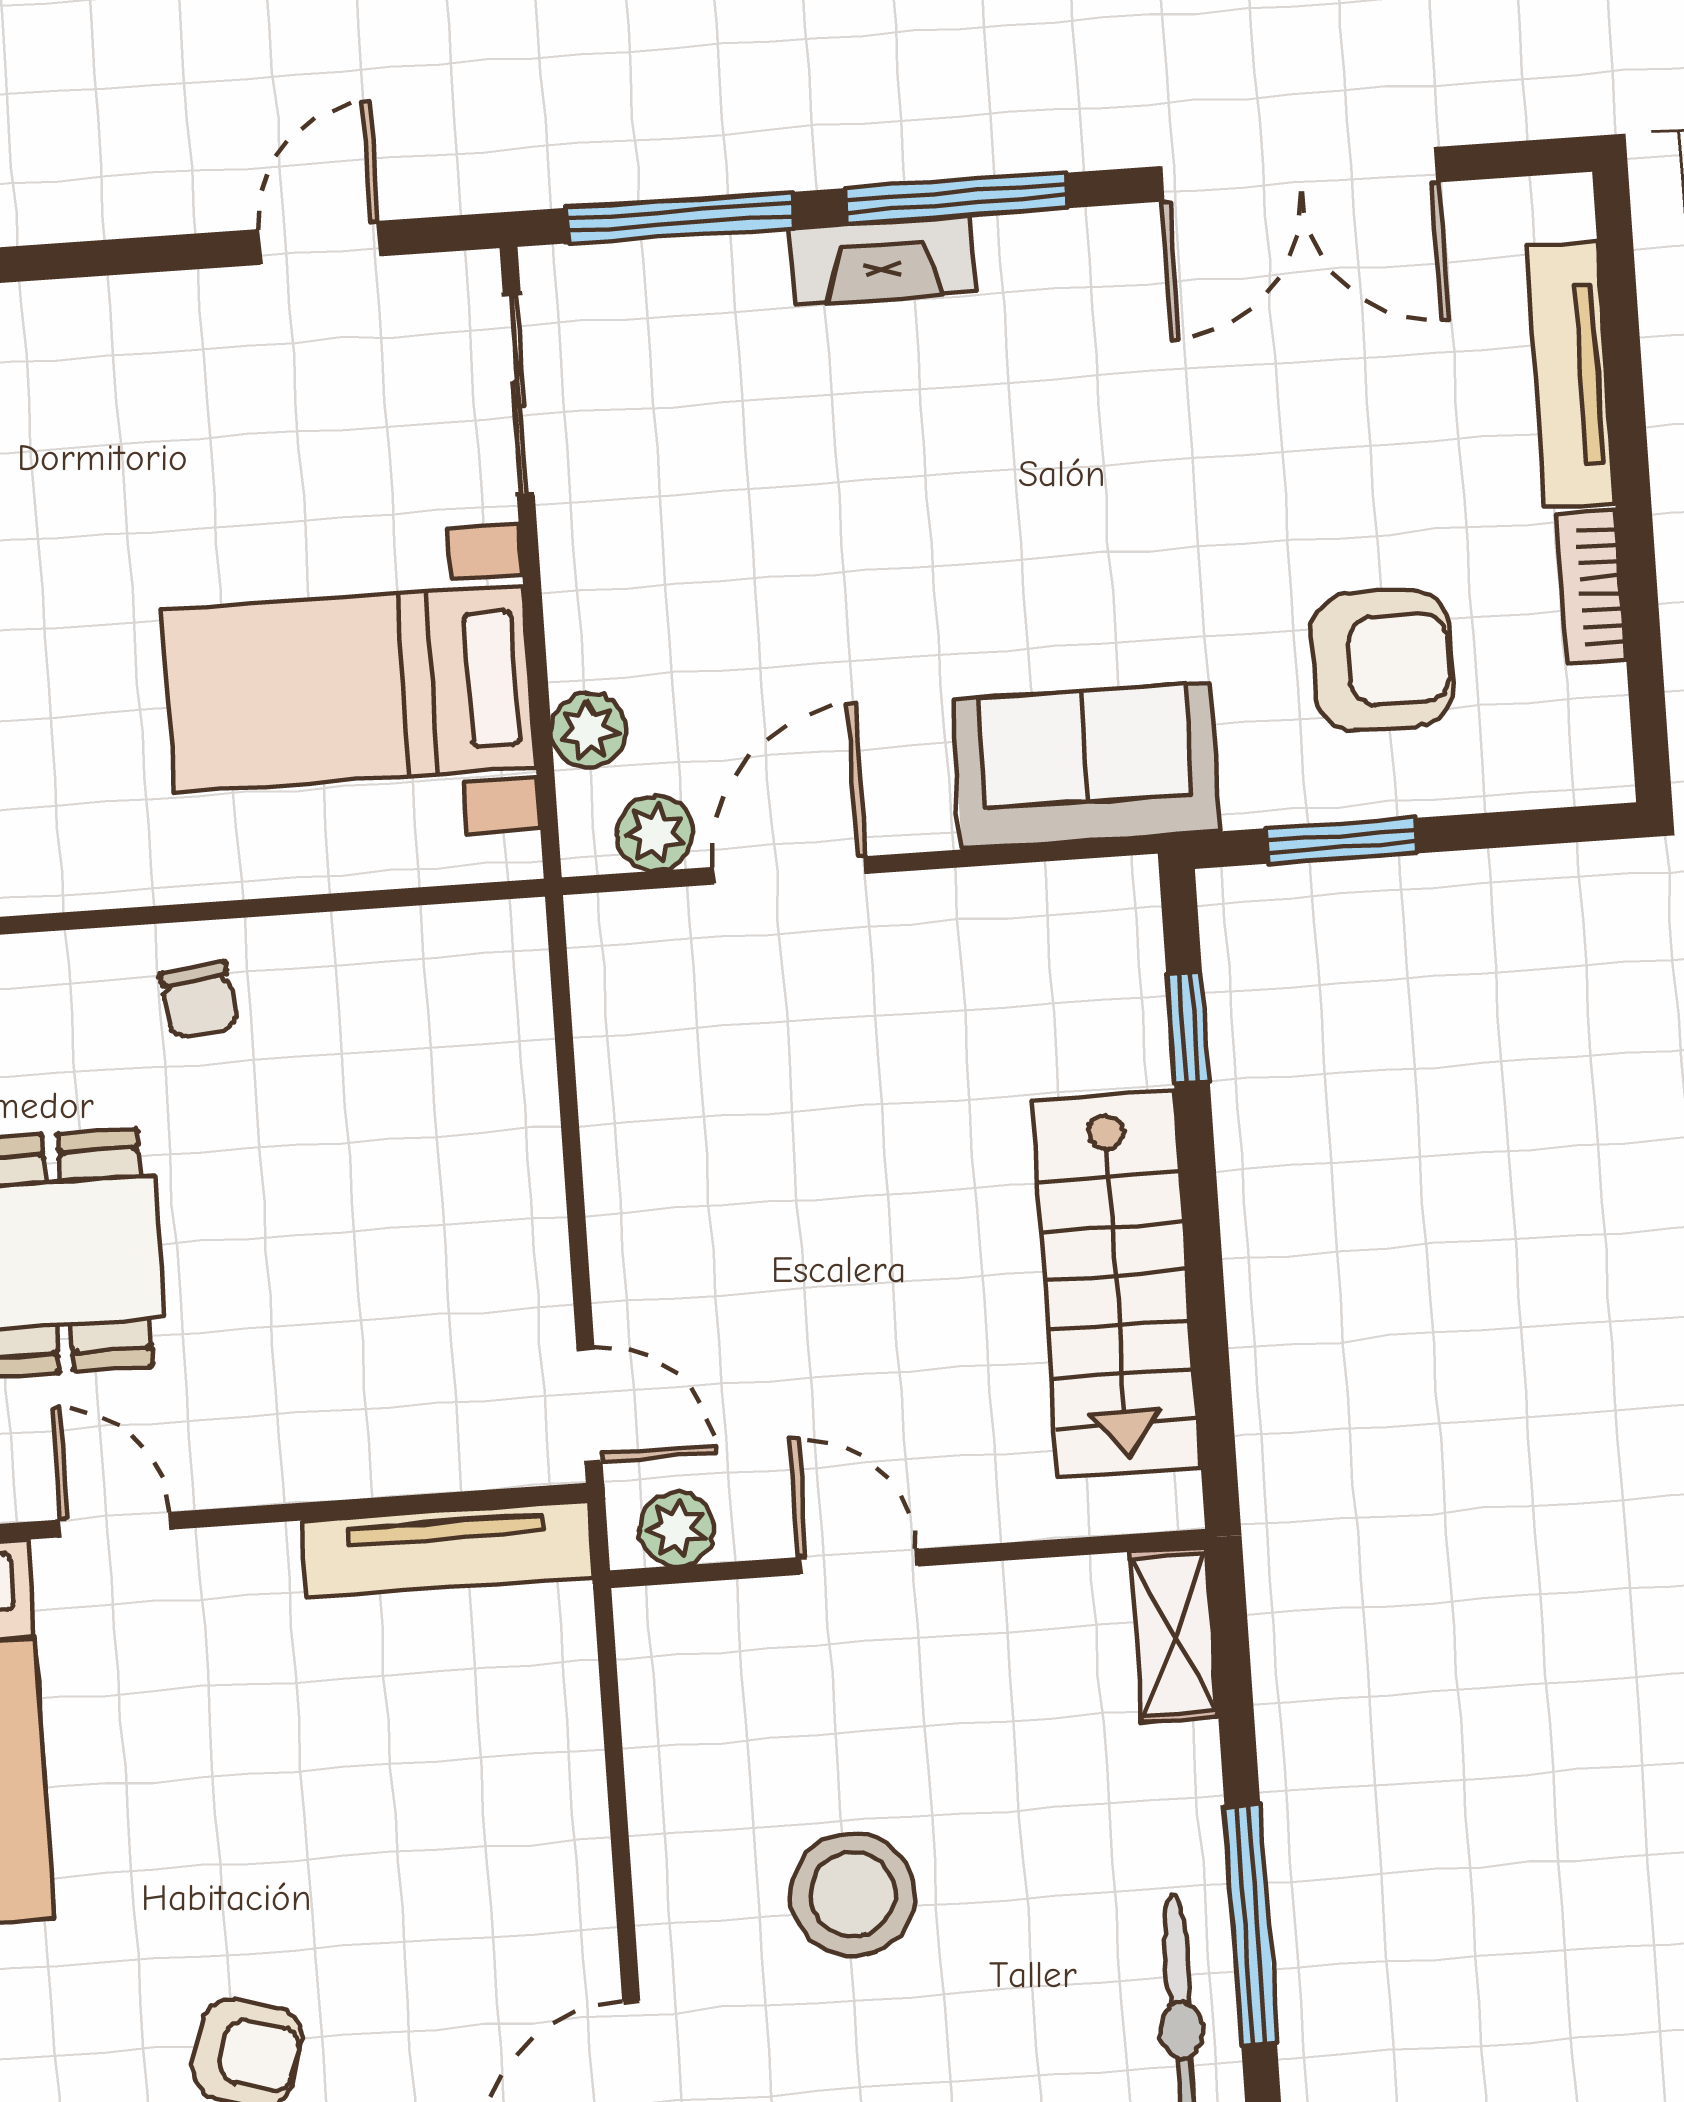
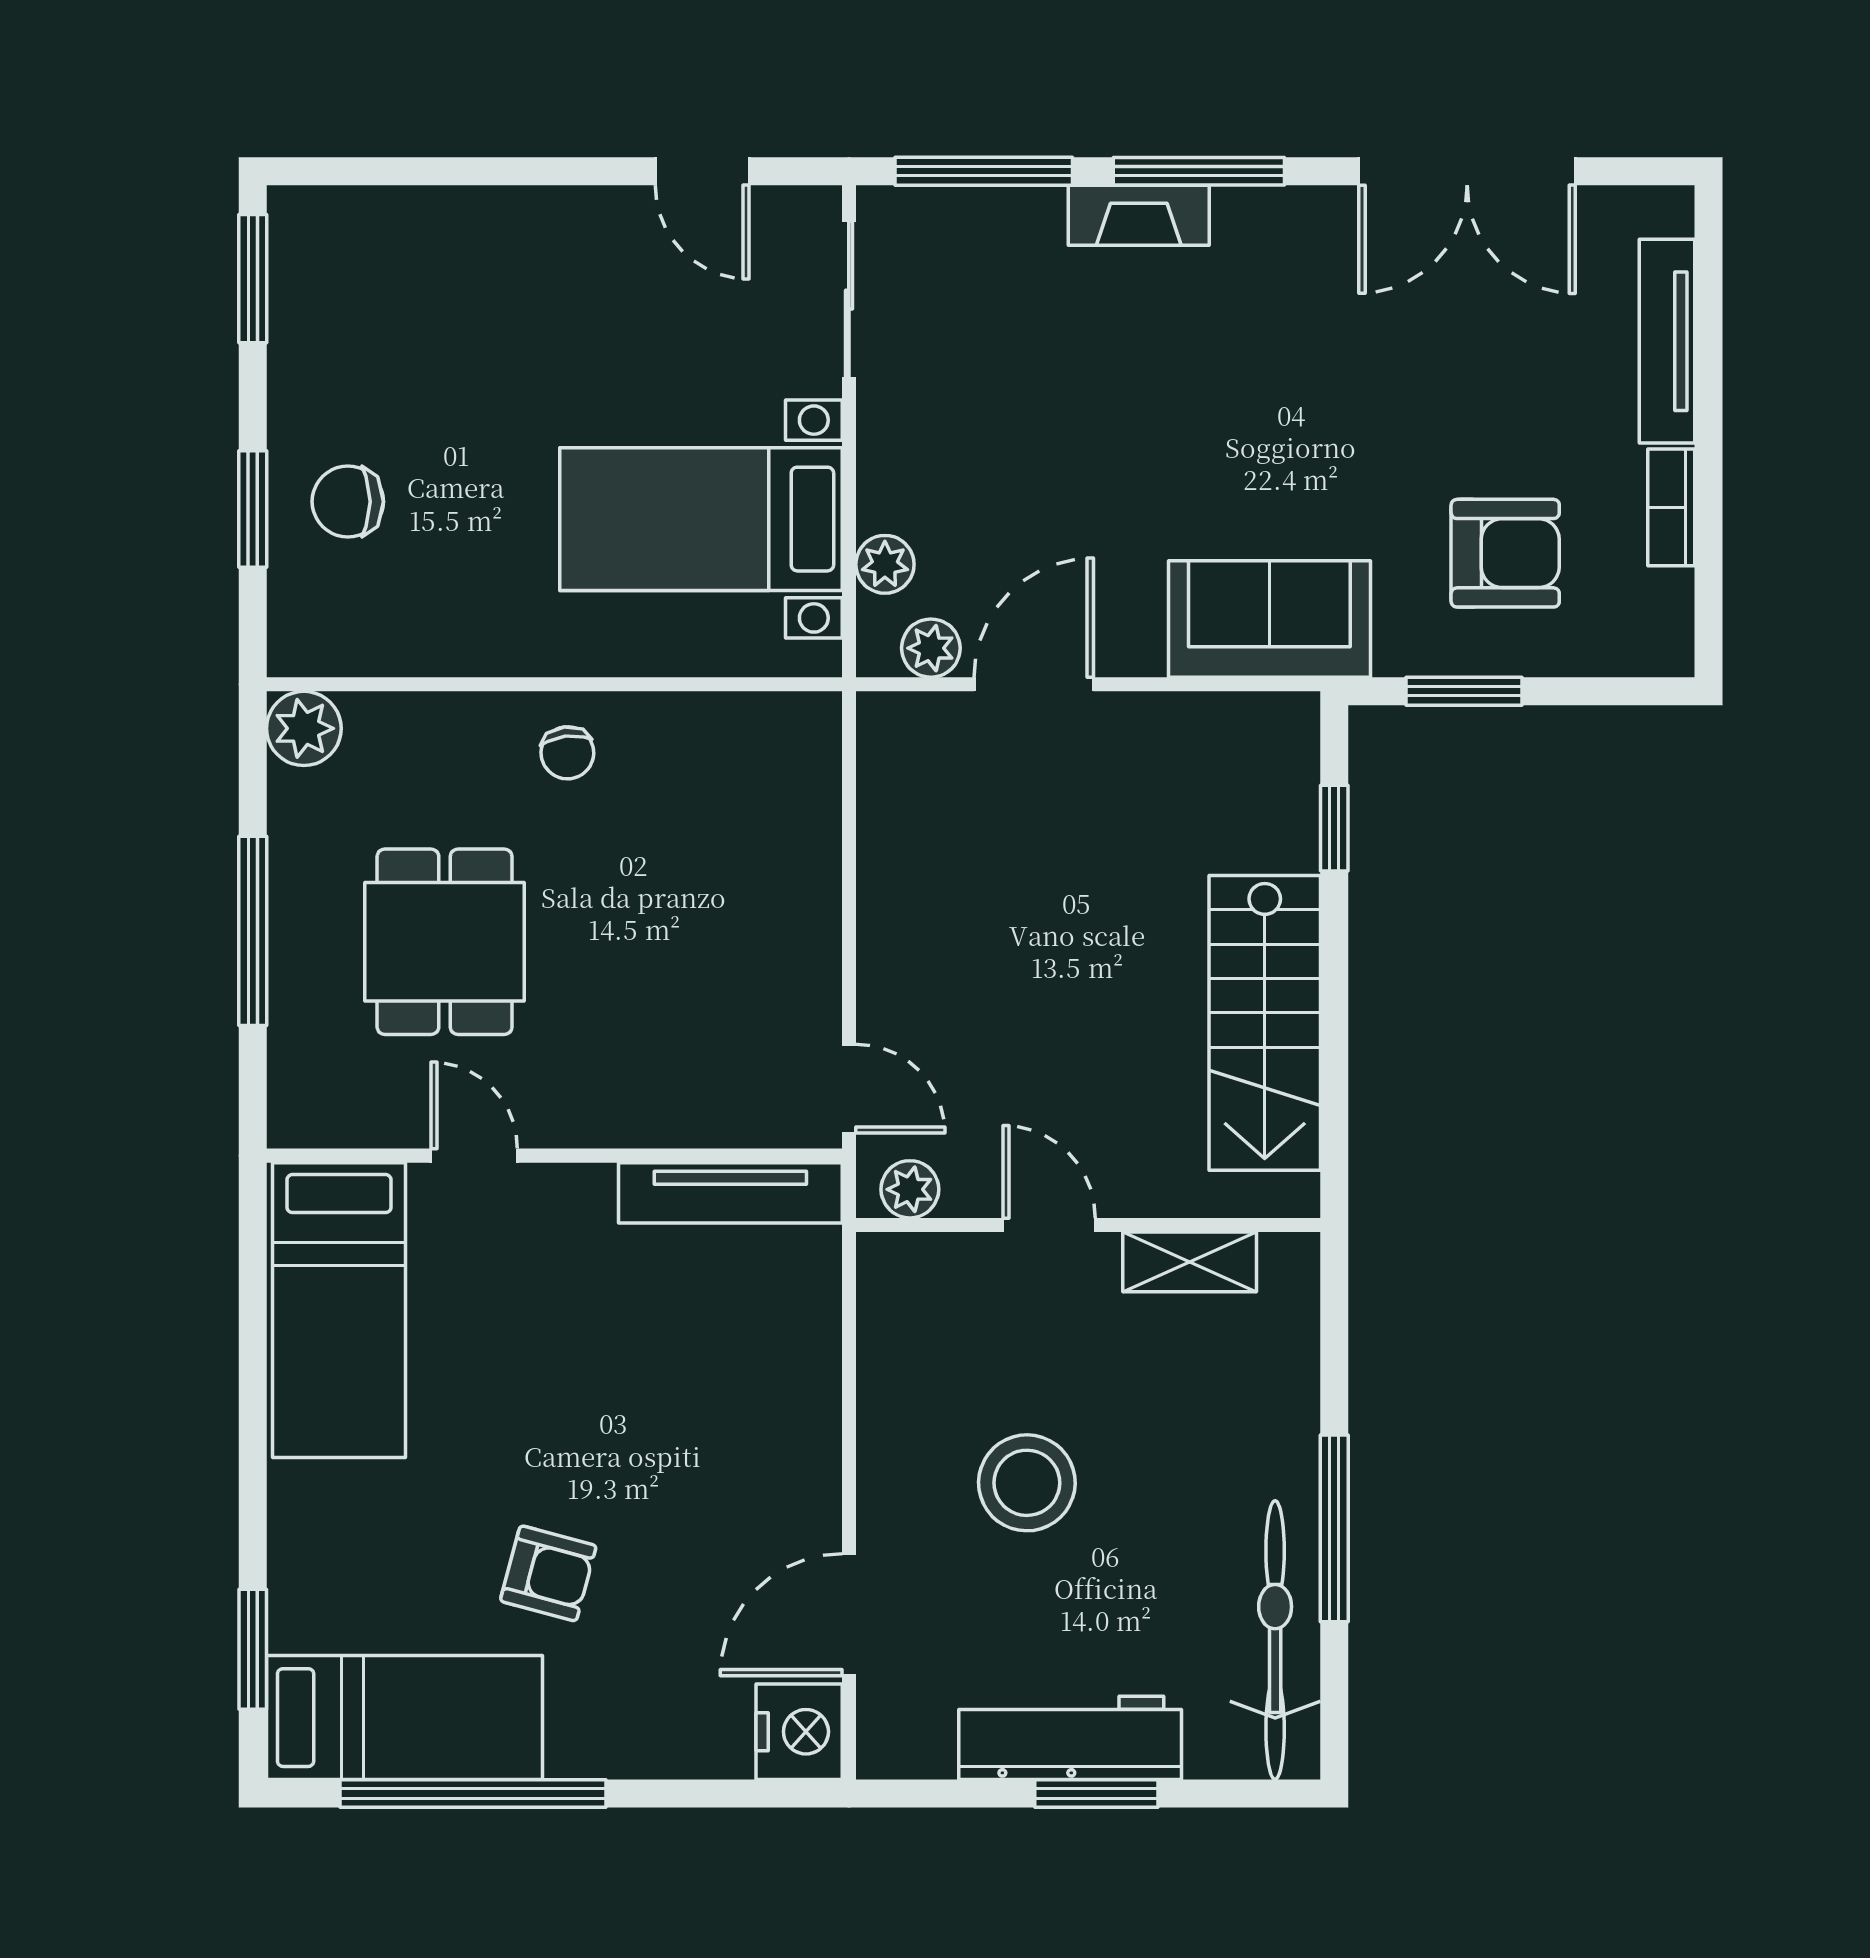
door: (319, 243) -> (702, 171), swing flipped
shelving: (1174, 1635) -> (1190, 1262), moved, turned 90

